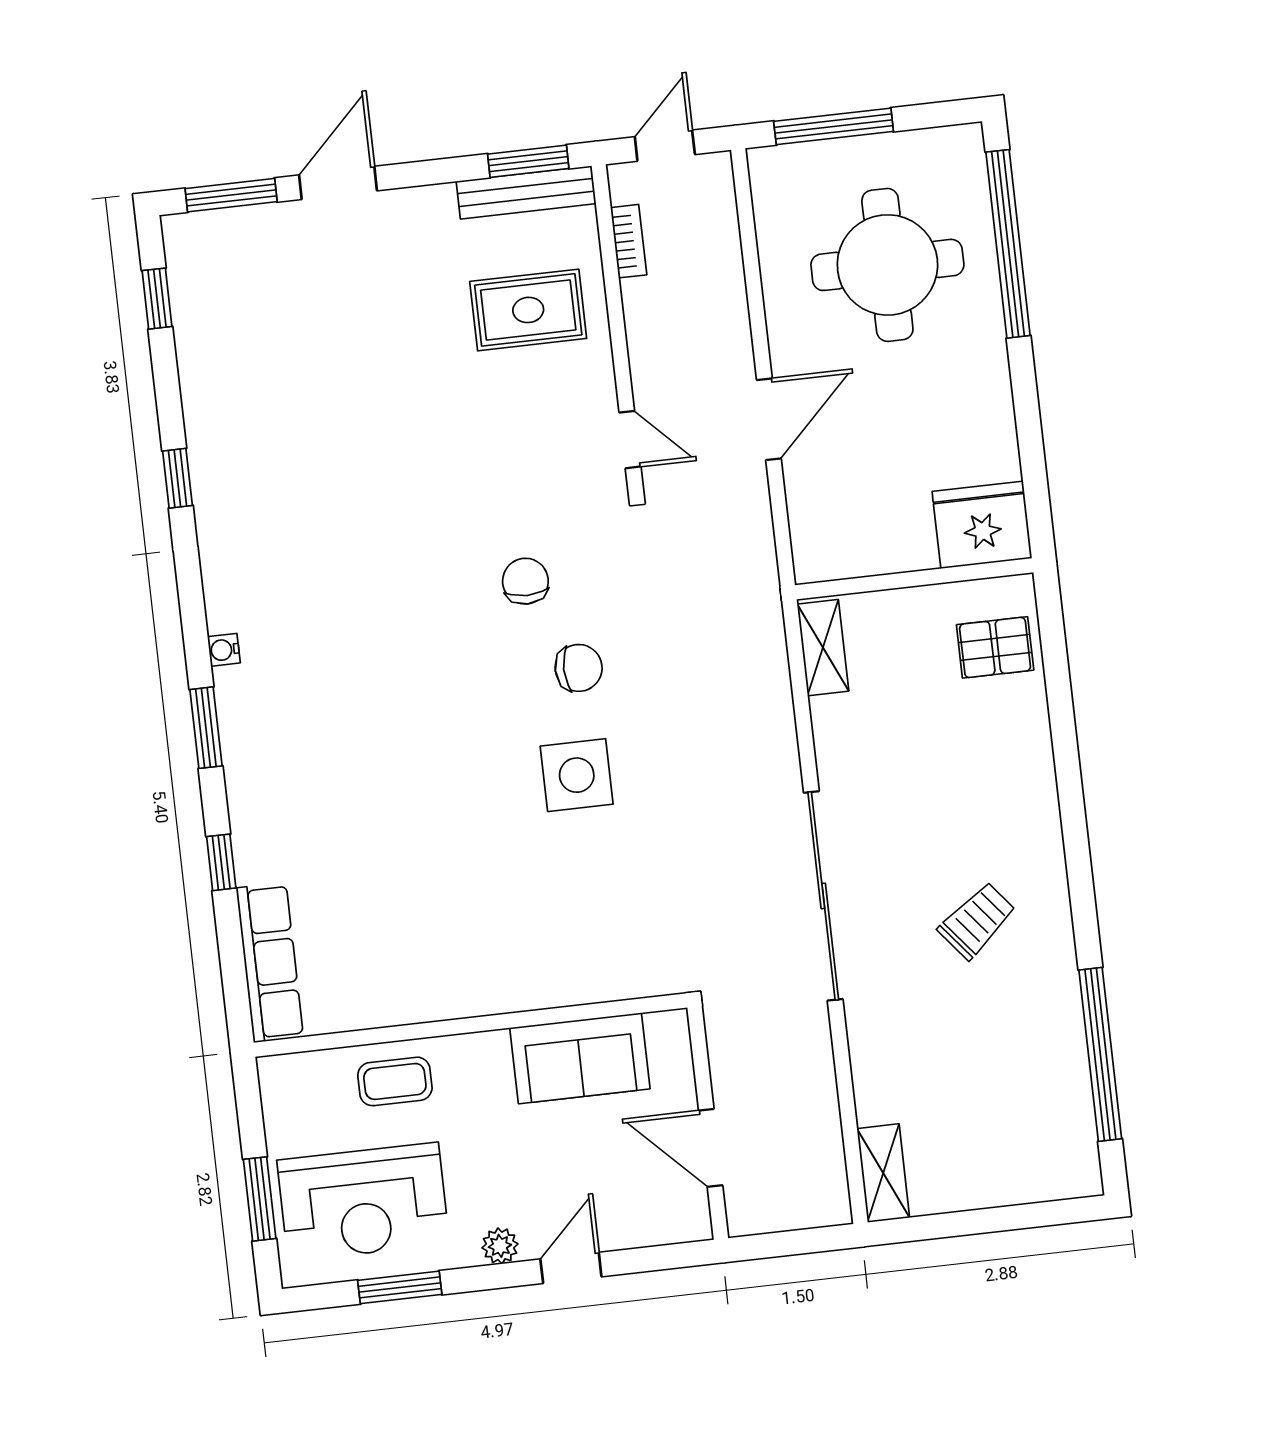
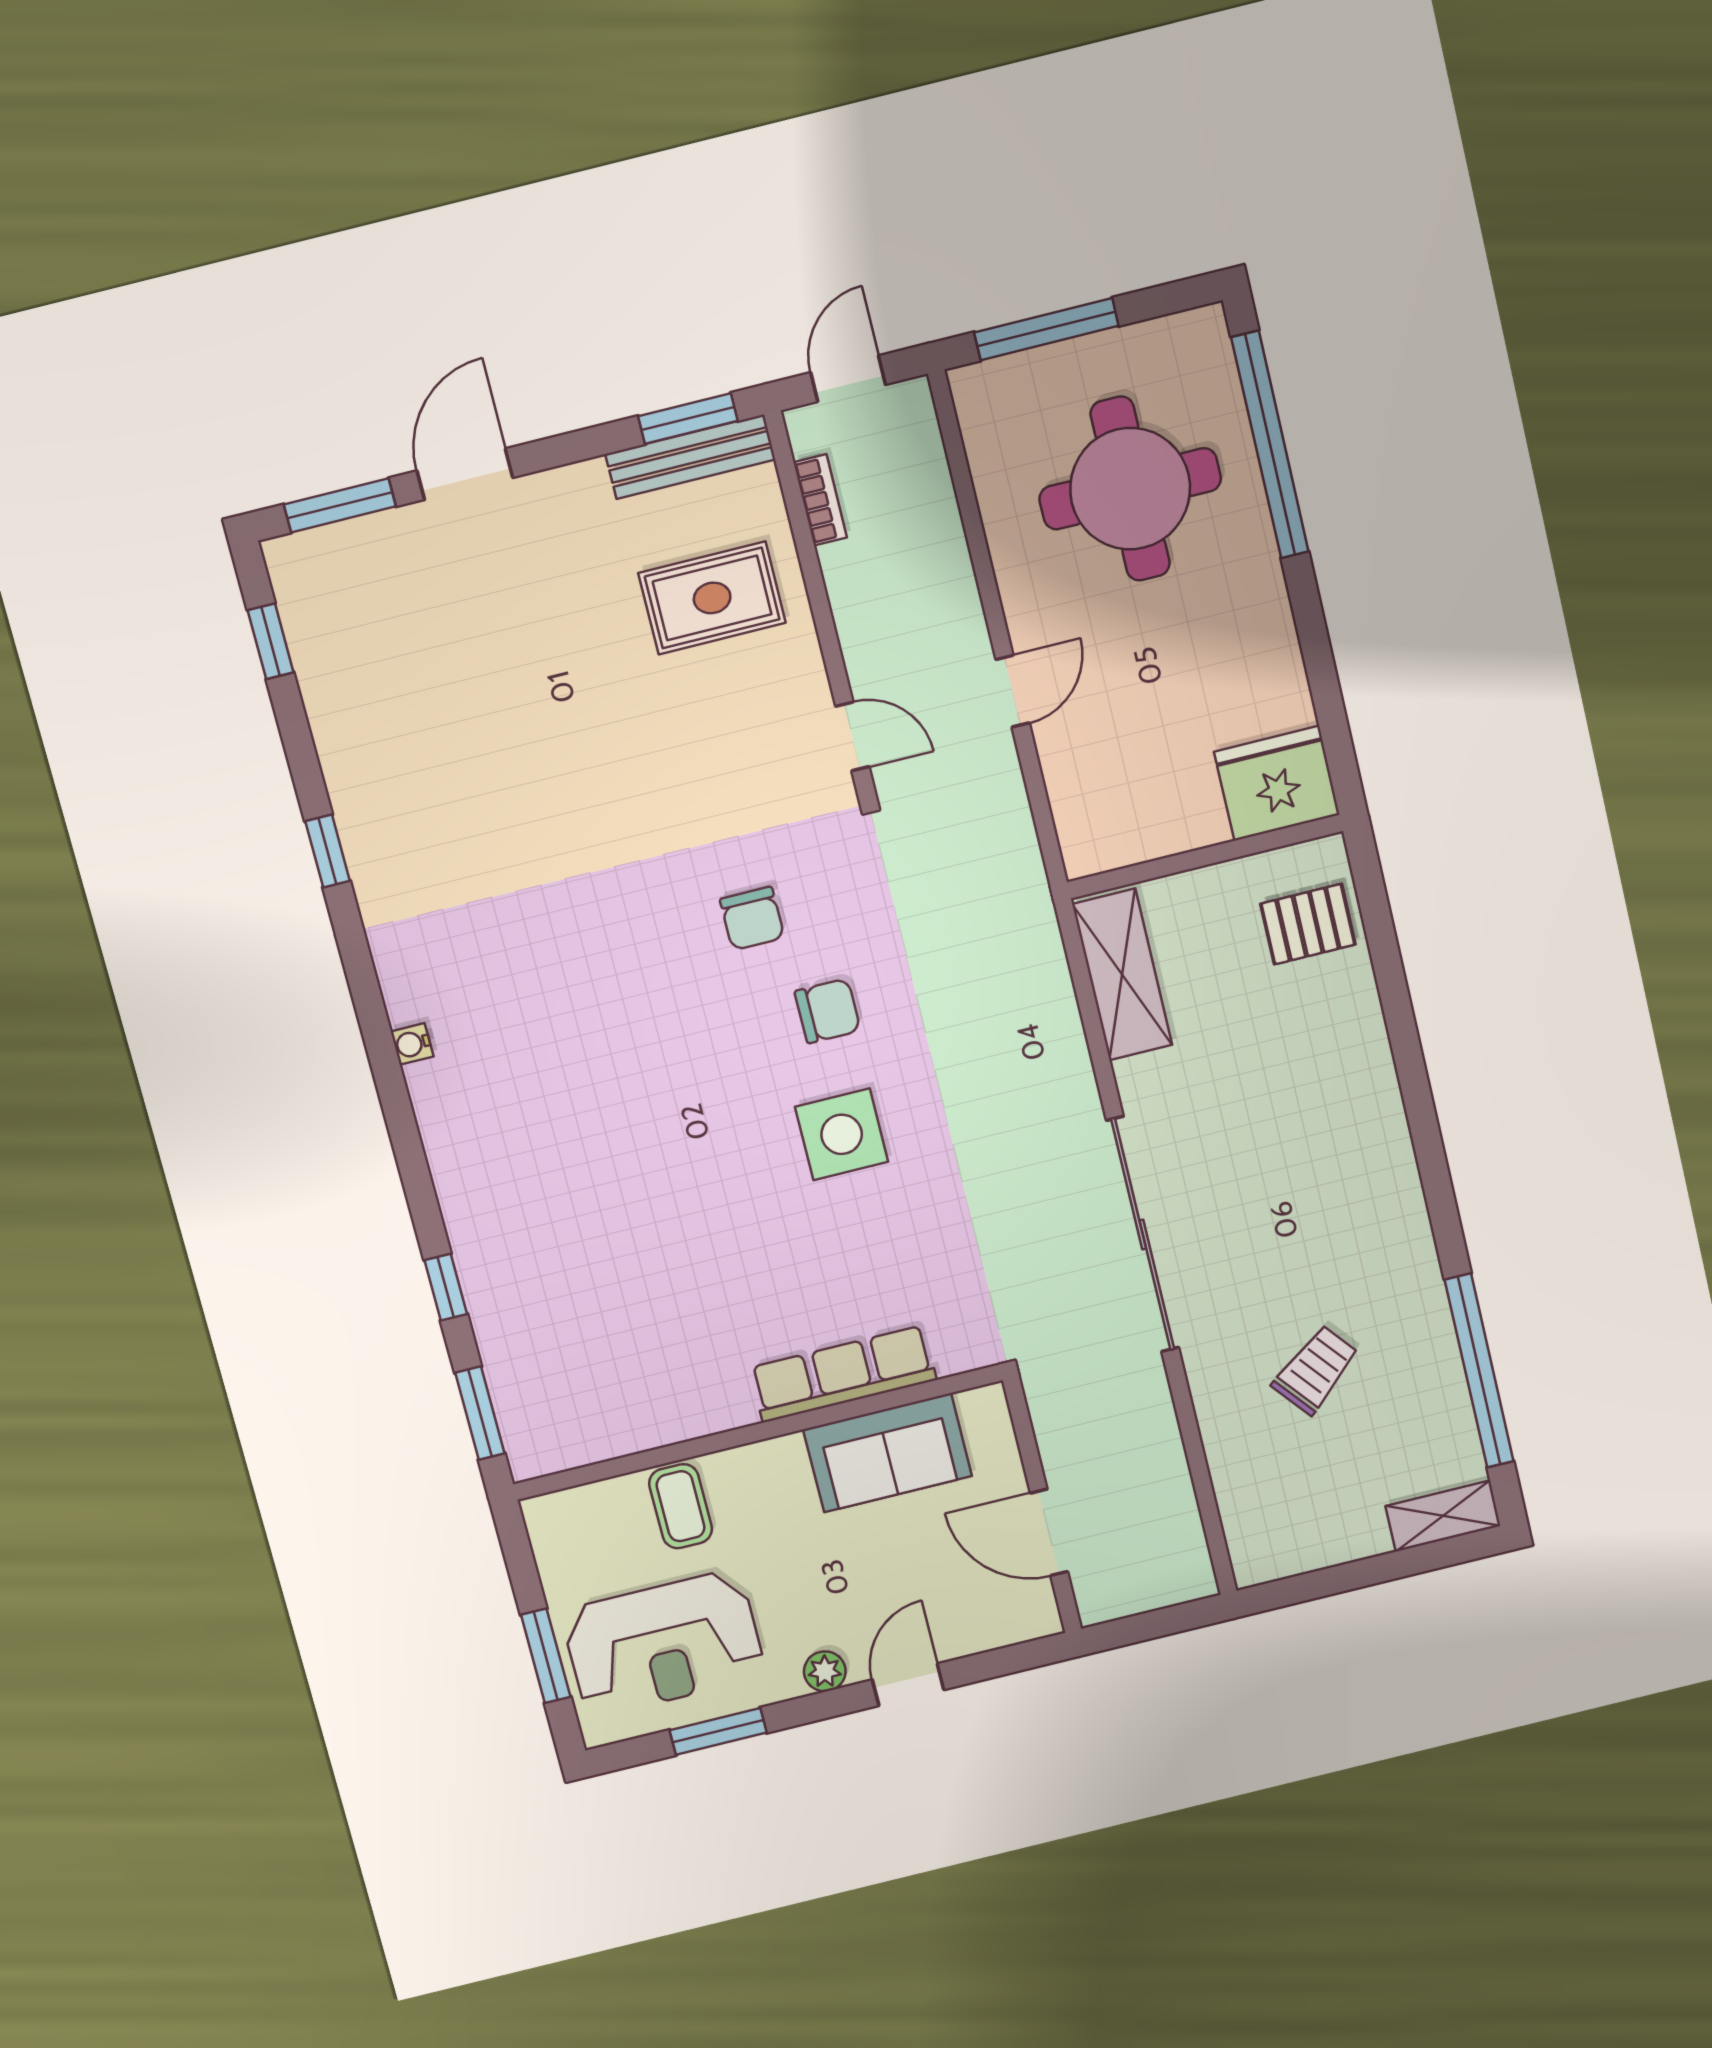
door: (769, 419) -> (1013, 691), width x0.73
chair: (525, 581) -> (752, 918), turned 180
shelving: (823, 648) -> (1122, 975), width x1.50, depth x1.33
window: (206, 728) -> (480, 1413), moved
trolley: (977, 921) -> (1315, 1370), moved
row of seats: (270, 962) -> (843, 1374), moved, turned -90
coffee table: (395, 1081) -> (681, 1506), turned 90
shelving: (883, 1173) -> (1443, 1516), moved, turned 90

